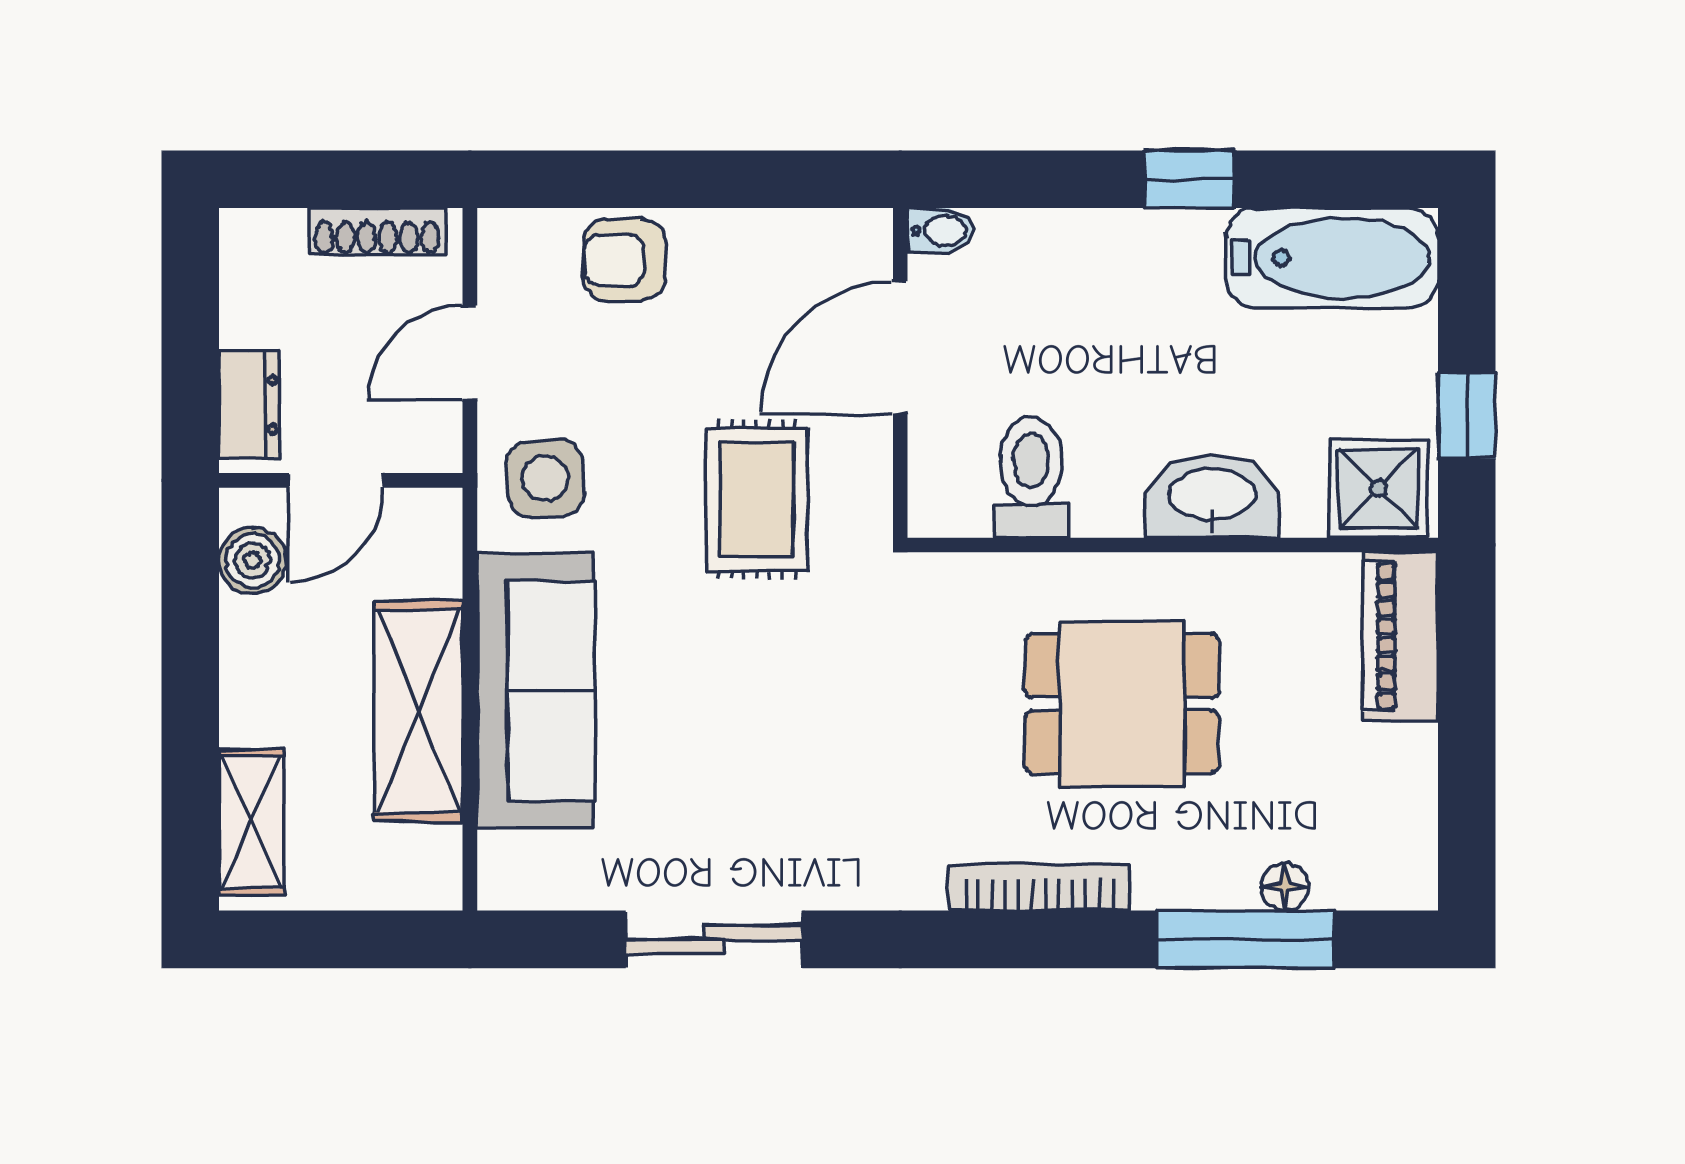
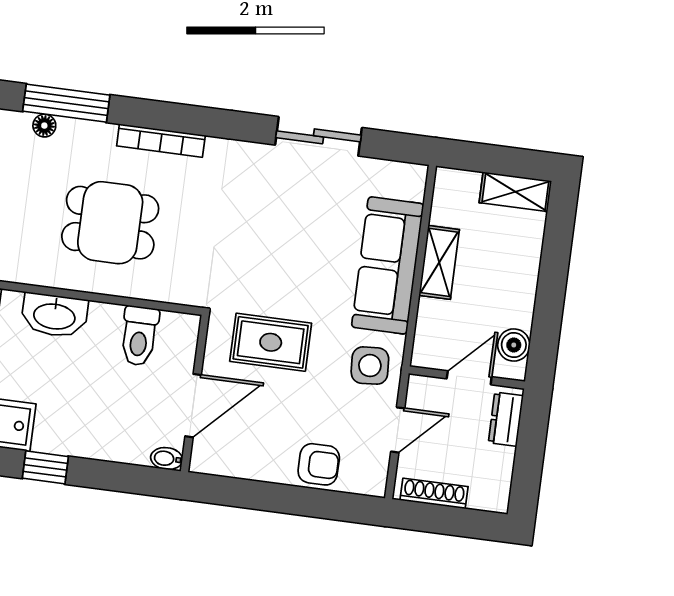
rug: (757, 500) -> (271, 342), turned 90
shelving: (419, 711) -> (439, 262), width x0.67, depth x0.75
shelving: (251, 822) -> (515, 192), moved, turned 90

